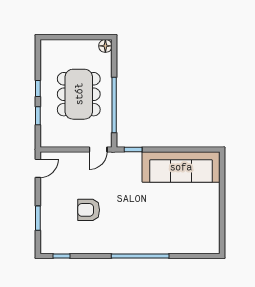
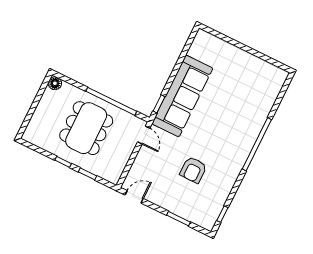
dining table: (79, 94) -> (86, 128), turned 90
sofa: (181, 167) -> (182, 96), moved
door: (38, 168) -> (134, 197), hinge flipped

